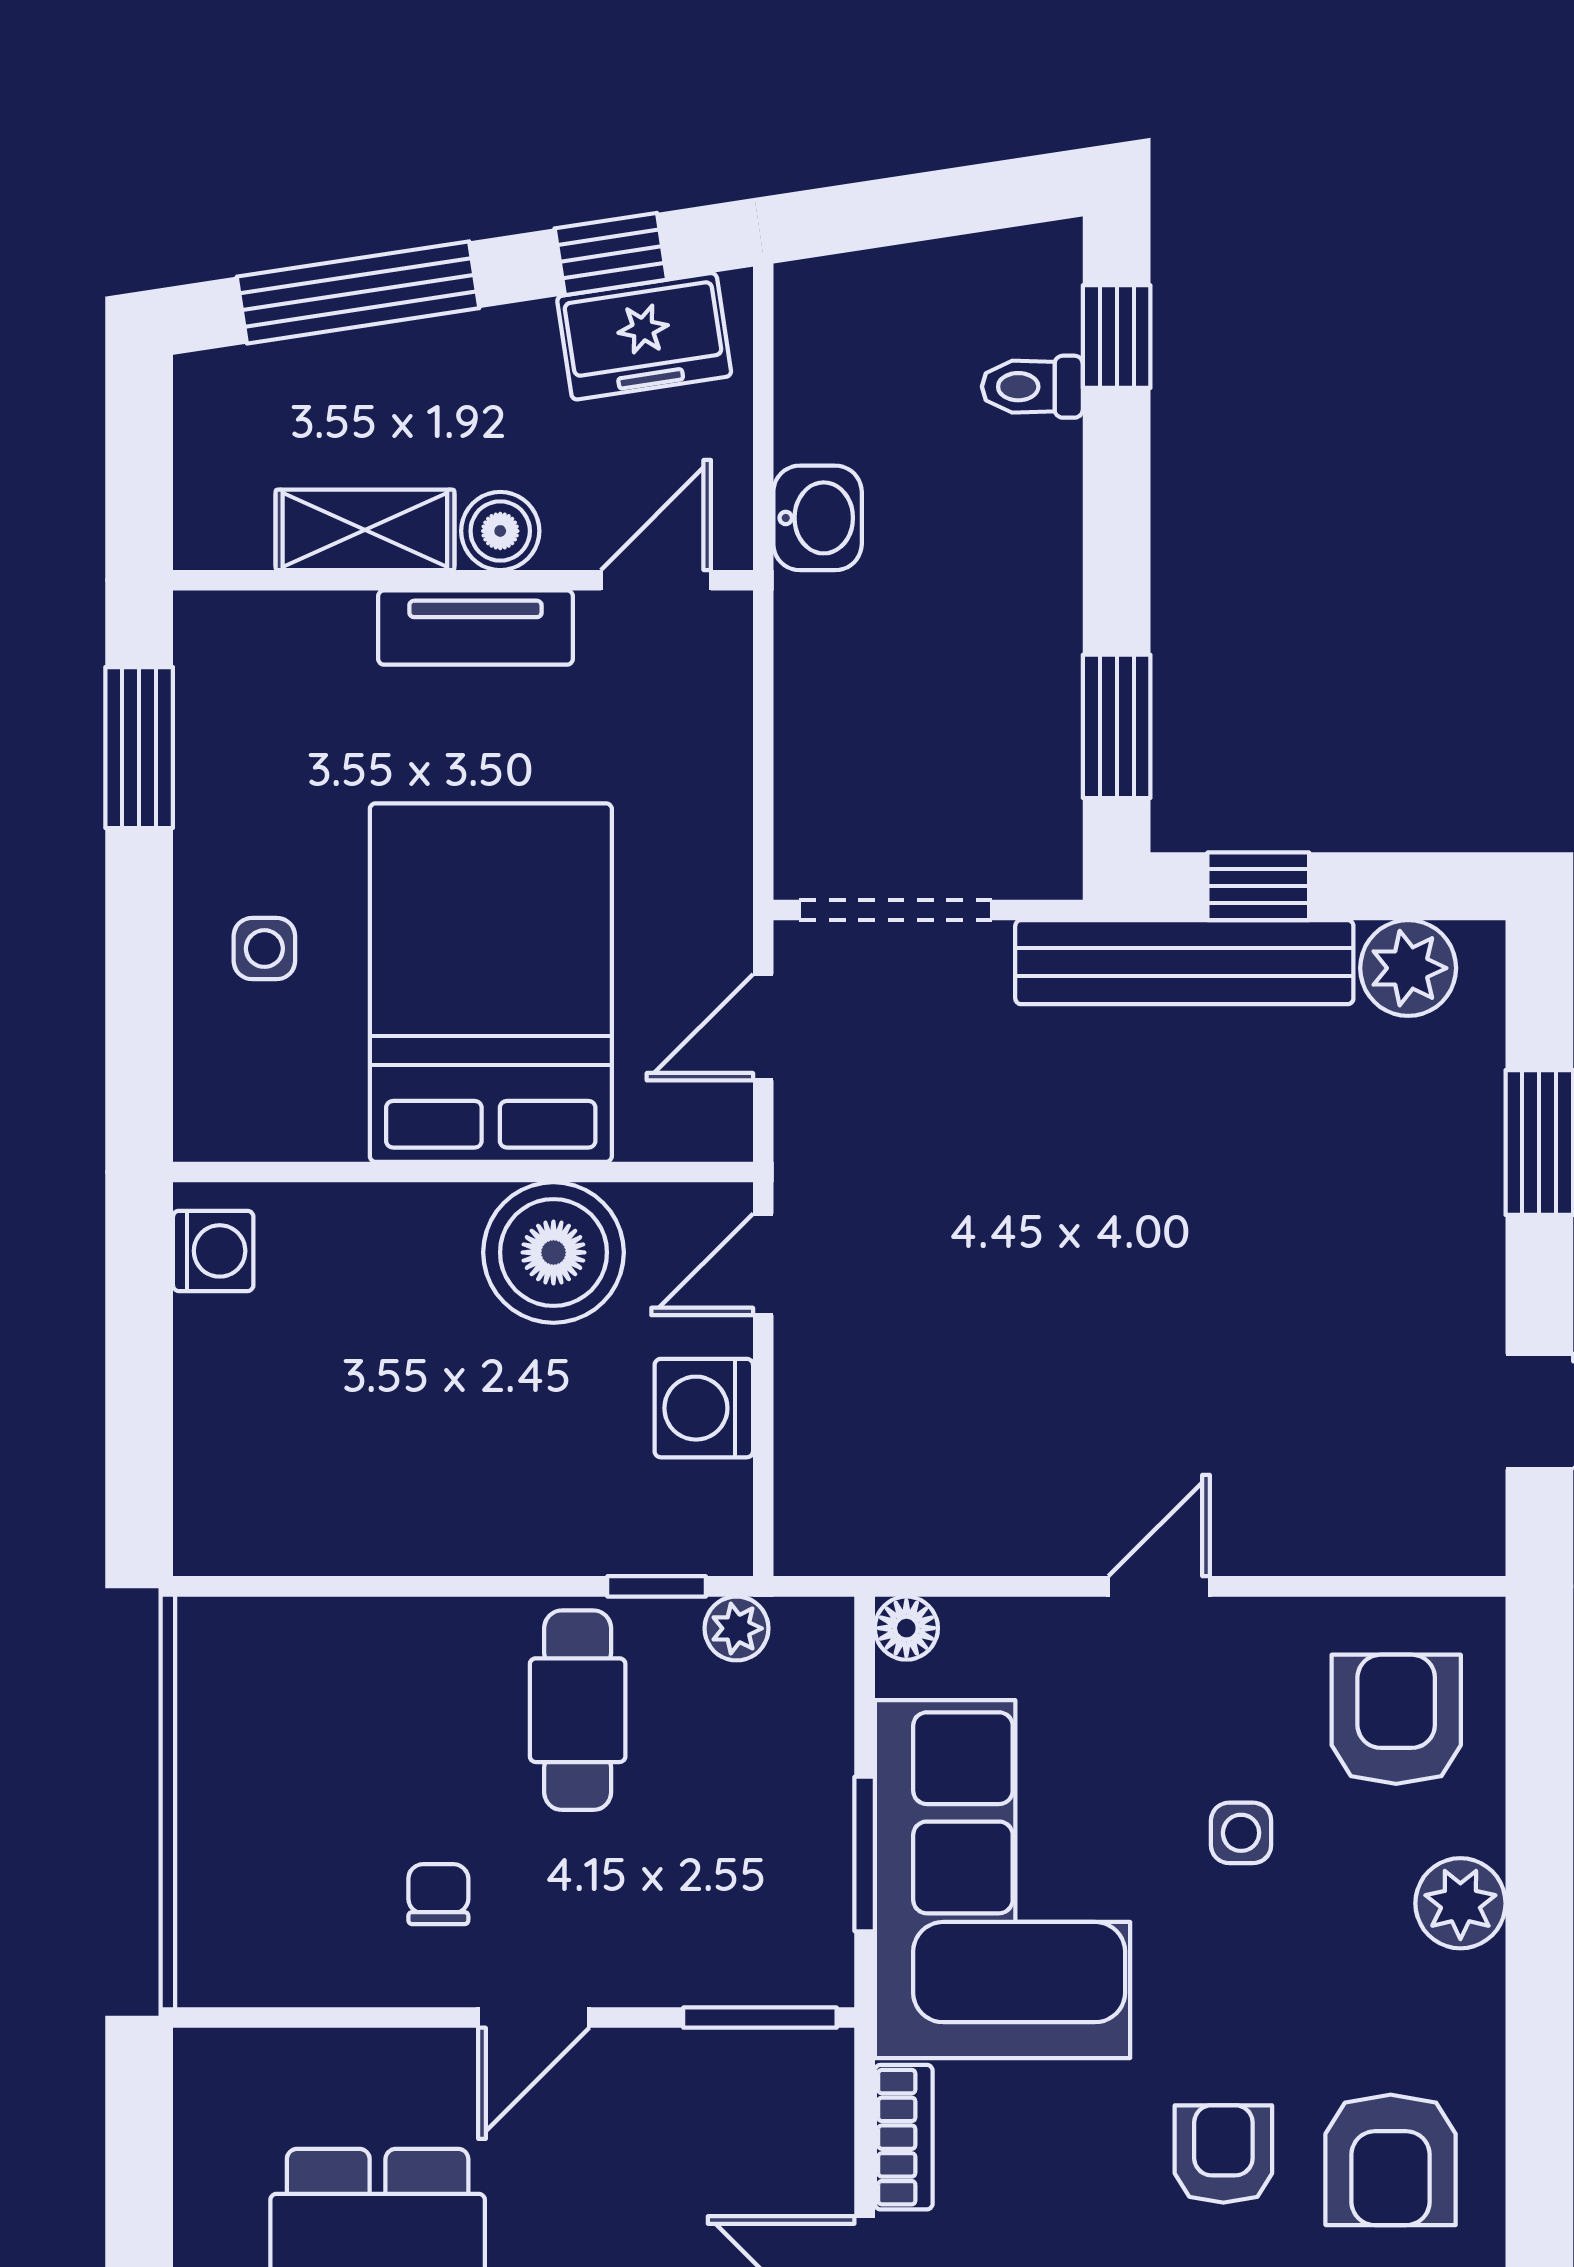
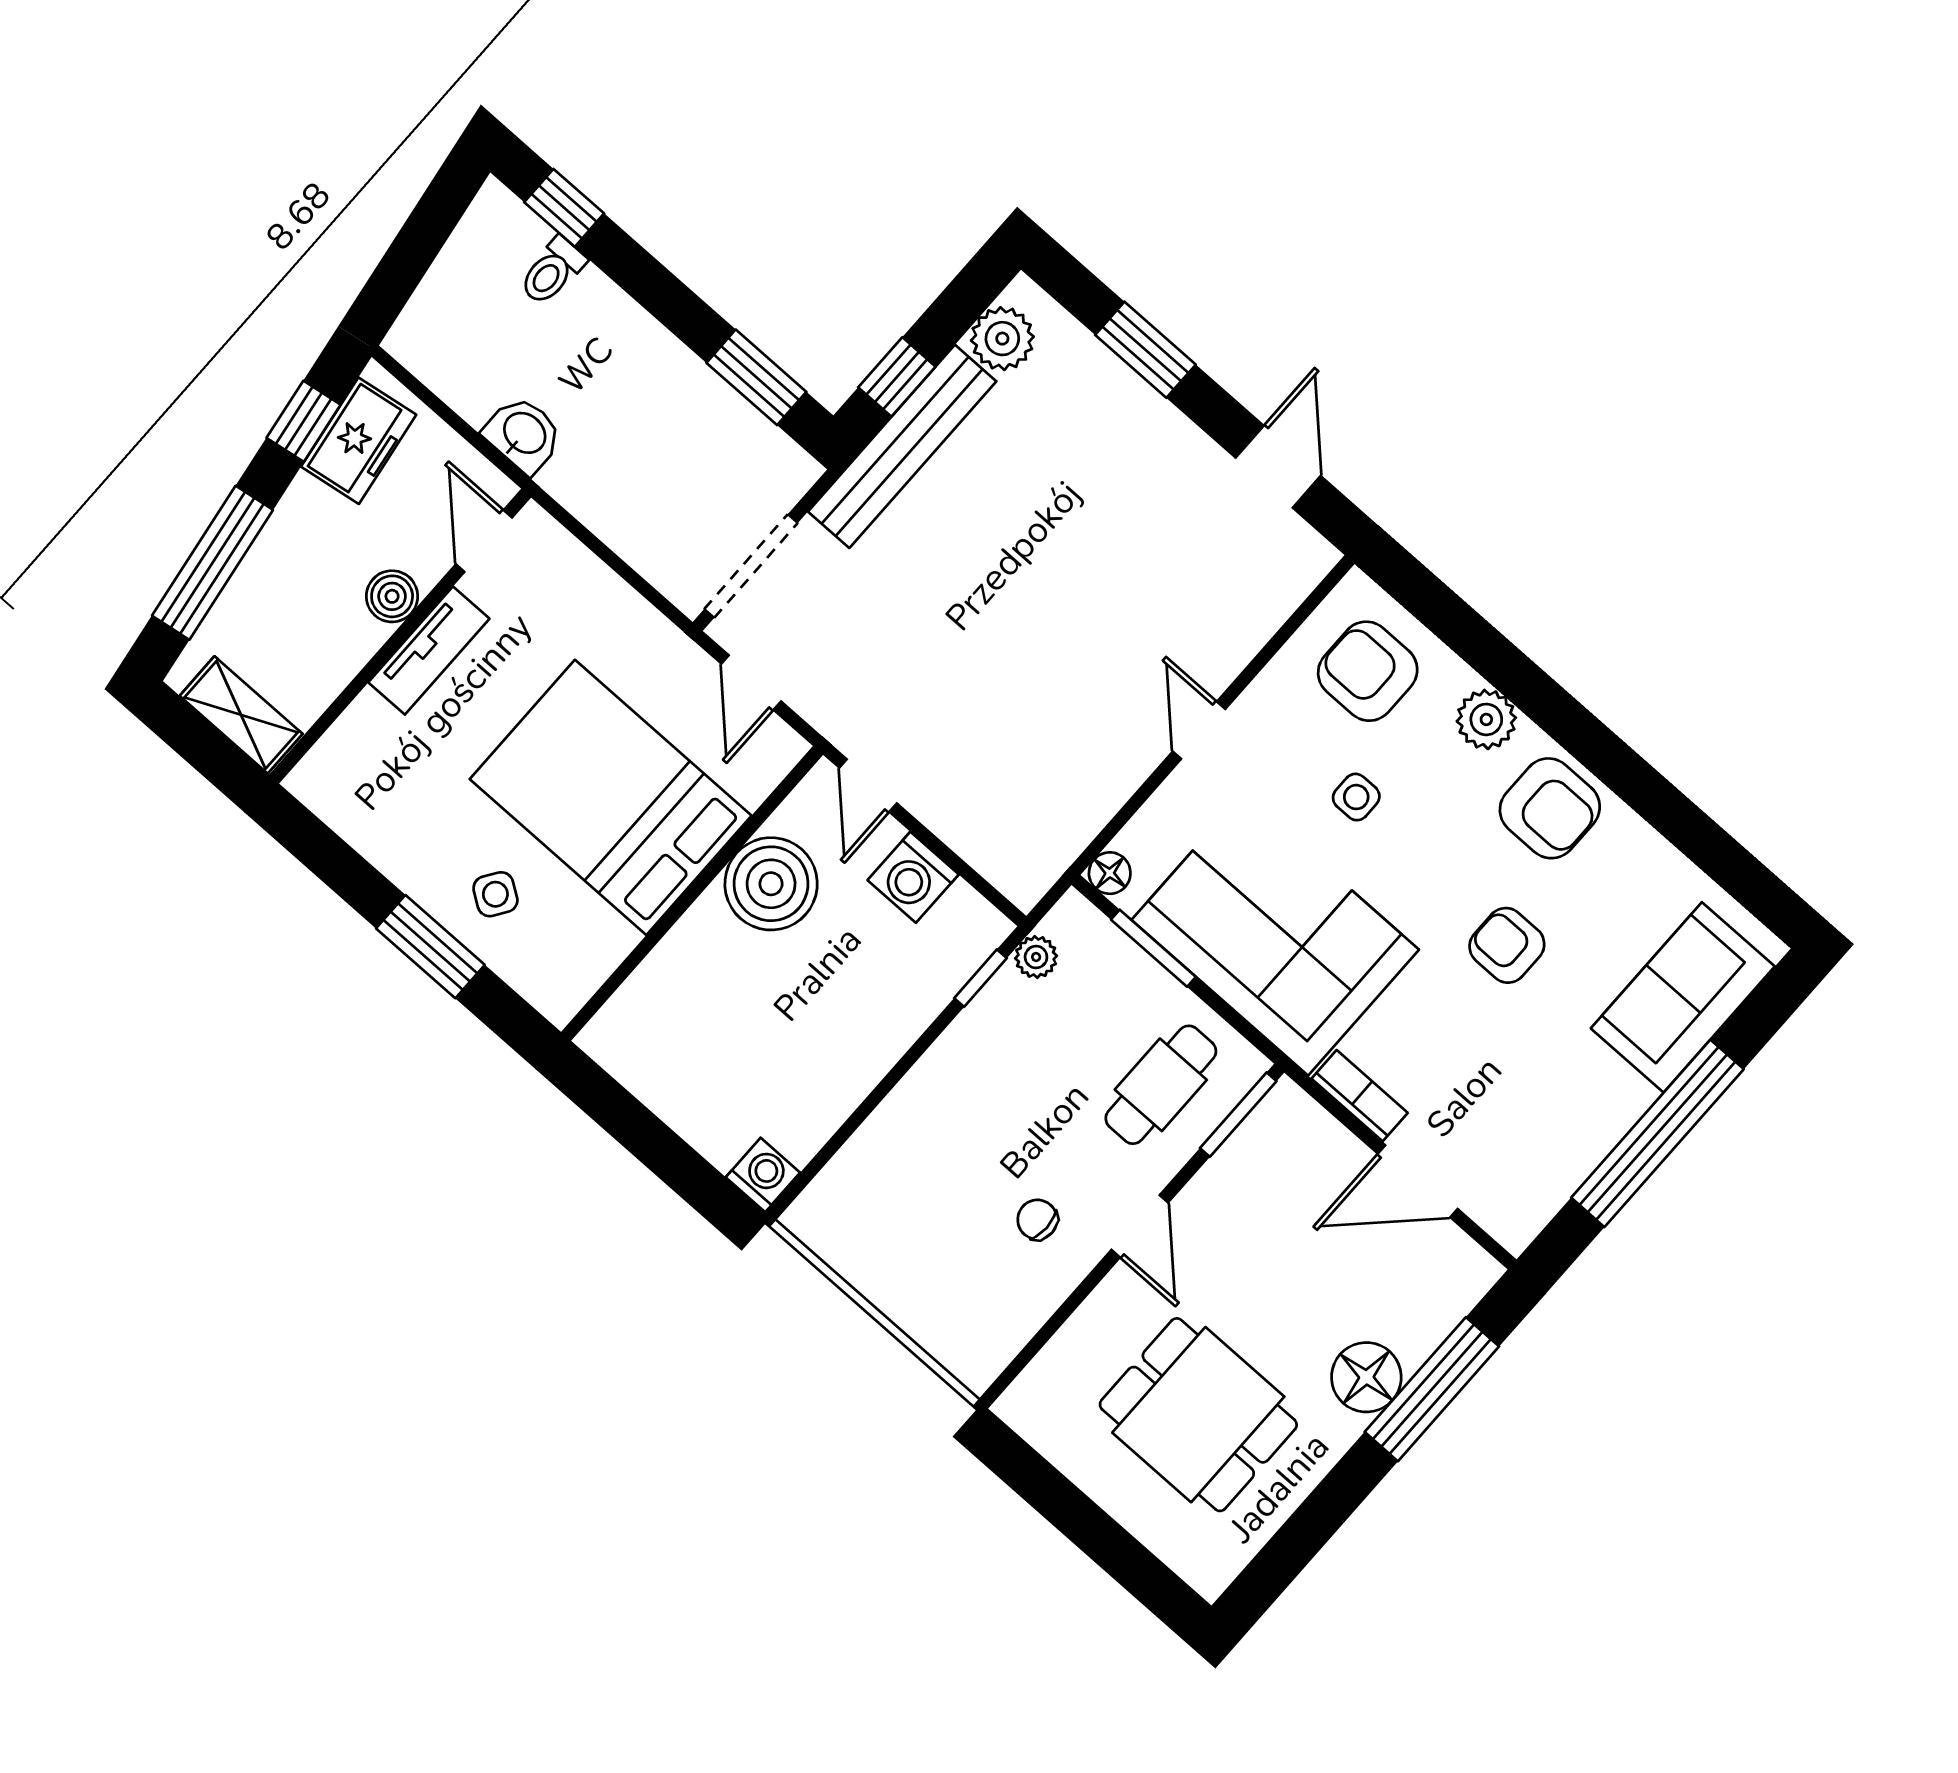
shelving: (365, 530) -> (241, 715), moved, turned 90
window: (139, 748) -> (430, 947), moved
side table: (264, 949) -> (495, 894), turned 34
washing machine: (213, 1251) -> (763, 1175), moved
cafe table: (578, 1710) -> (1161, 1085), moved, turned 90
window: (865, 1854) -> (1153, 948), moved
armchair: (1391, 2160) -> (1550, 808), moved

